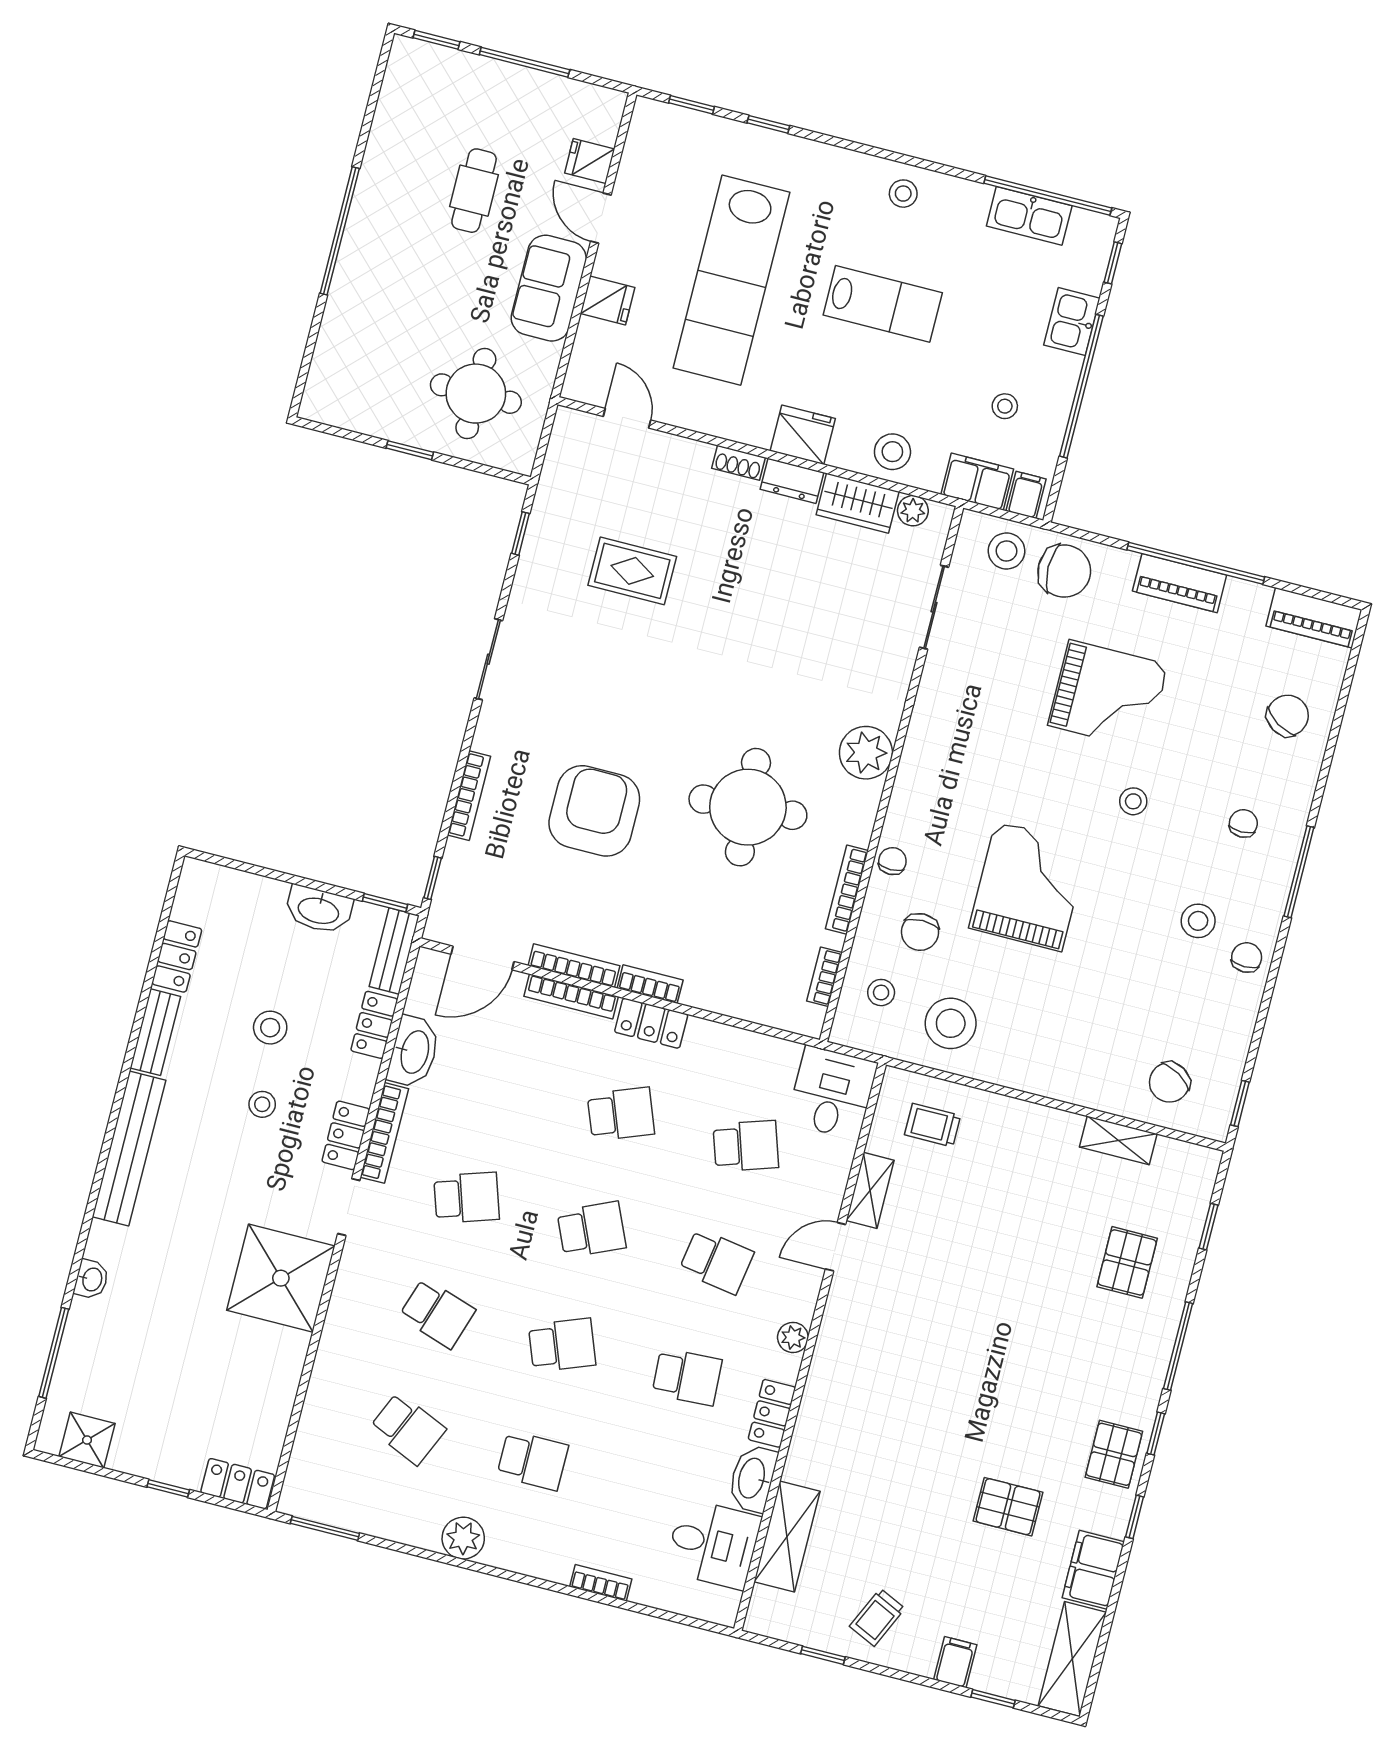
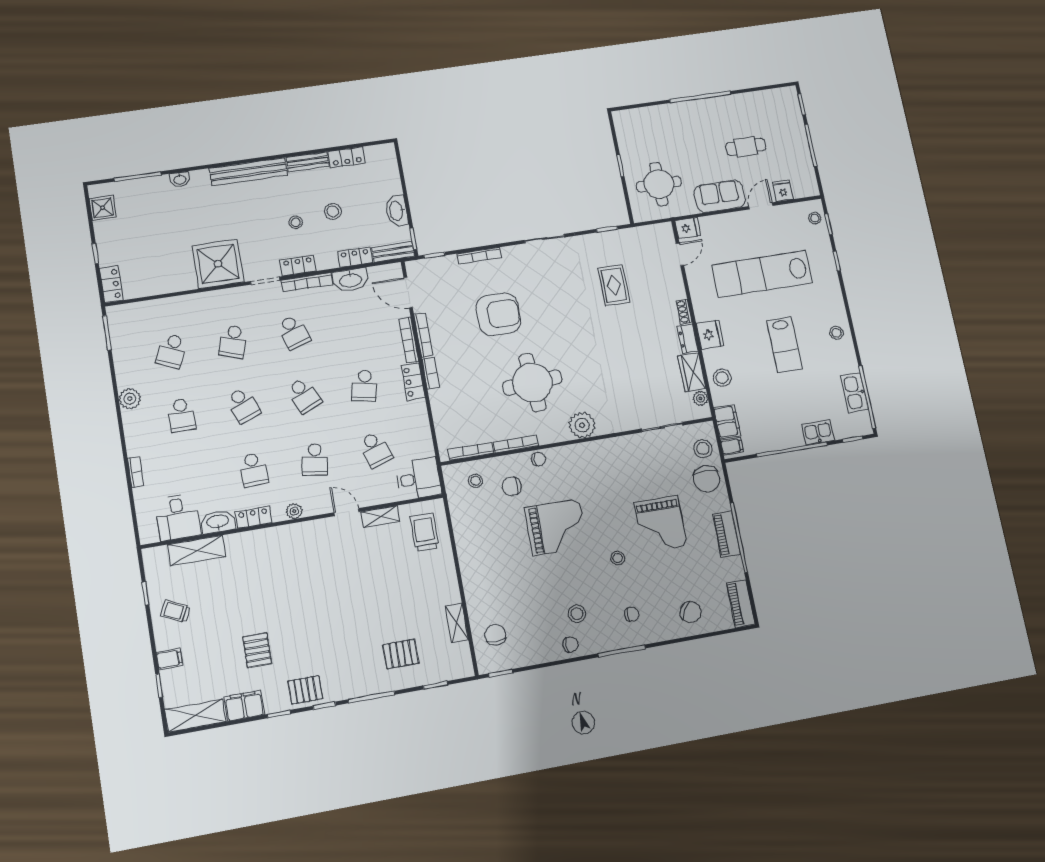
fridge: (608, 300) -> (688, 228), moved, turned -90
stool: (1005, 406) -> (815, 218), moved
bookcase: (825, 977) -> (471, 451), width x1.56
stool: (951, 1023) -> (476, 519), removed
chair: (1169, 1082) -> (495, 635), turned 59
school desk: (621, 1114) -> (364, 386), turned 33
trolley: (933, 1125) -> (424, 532), width x1.36, depth x1.39

